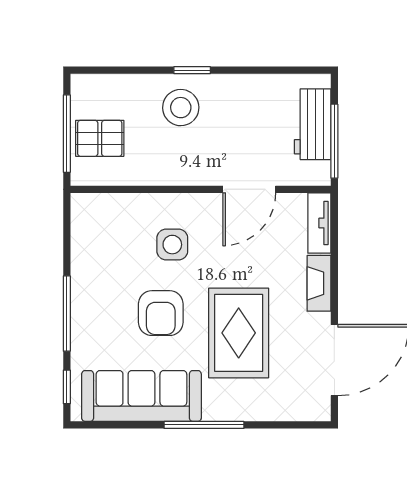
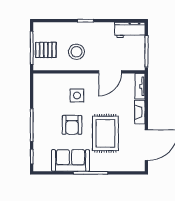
stool: (181, 108) -> (76, 52), moved
workbench: (313, 124) -> (130, 30), moved, turned -90
sofa: (141, 396) -> (71, 160), width x0.73

